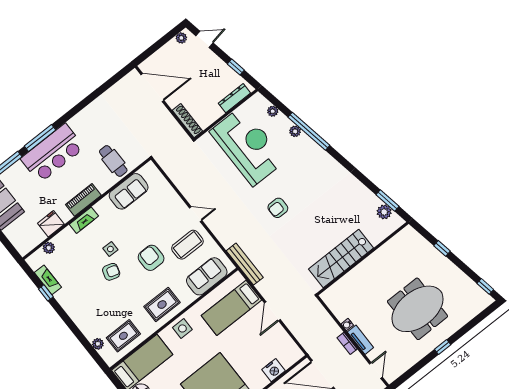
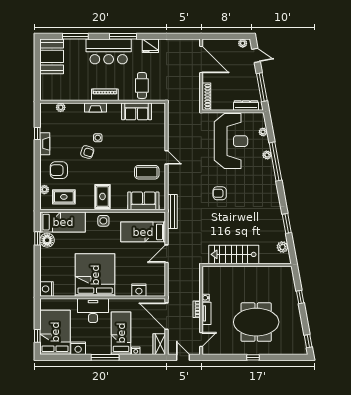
window: (236, 67) -> (262, 87), width x2.17
window: (40, 138) -> (123, 36), moved
window: (388, 200) -> (287, 223), moved
fridge: (51, 224) -> (150, 46), moved, turned 180
armchair: (151, 258) -> (59, 170), moved, turned -90
fireplace: (48, 280) -> (45, 144), moved
rug: (162, 305) -> (102, 196), turned 90

